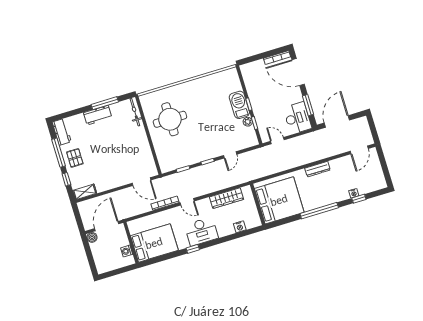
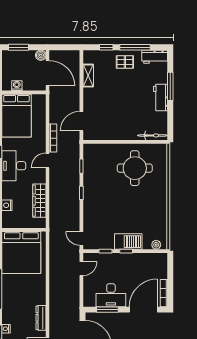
window: (105, 103) -> (170, 86), moved
desk: (297, 118) -> (111, 295), moved
plant: (248, 122) -> (156, 245), moved
door: (230, 155) -> (81, 238), moved
dresser: (317, 169) -> (41, 318), moved
shelving: (85, 192) -> (88, 76), moved
window: (91, 260) -> (19, 47), added

